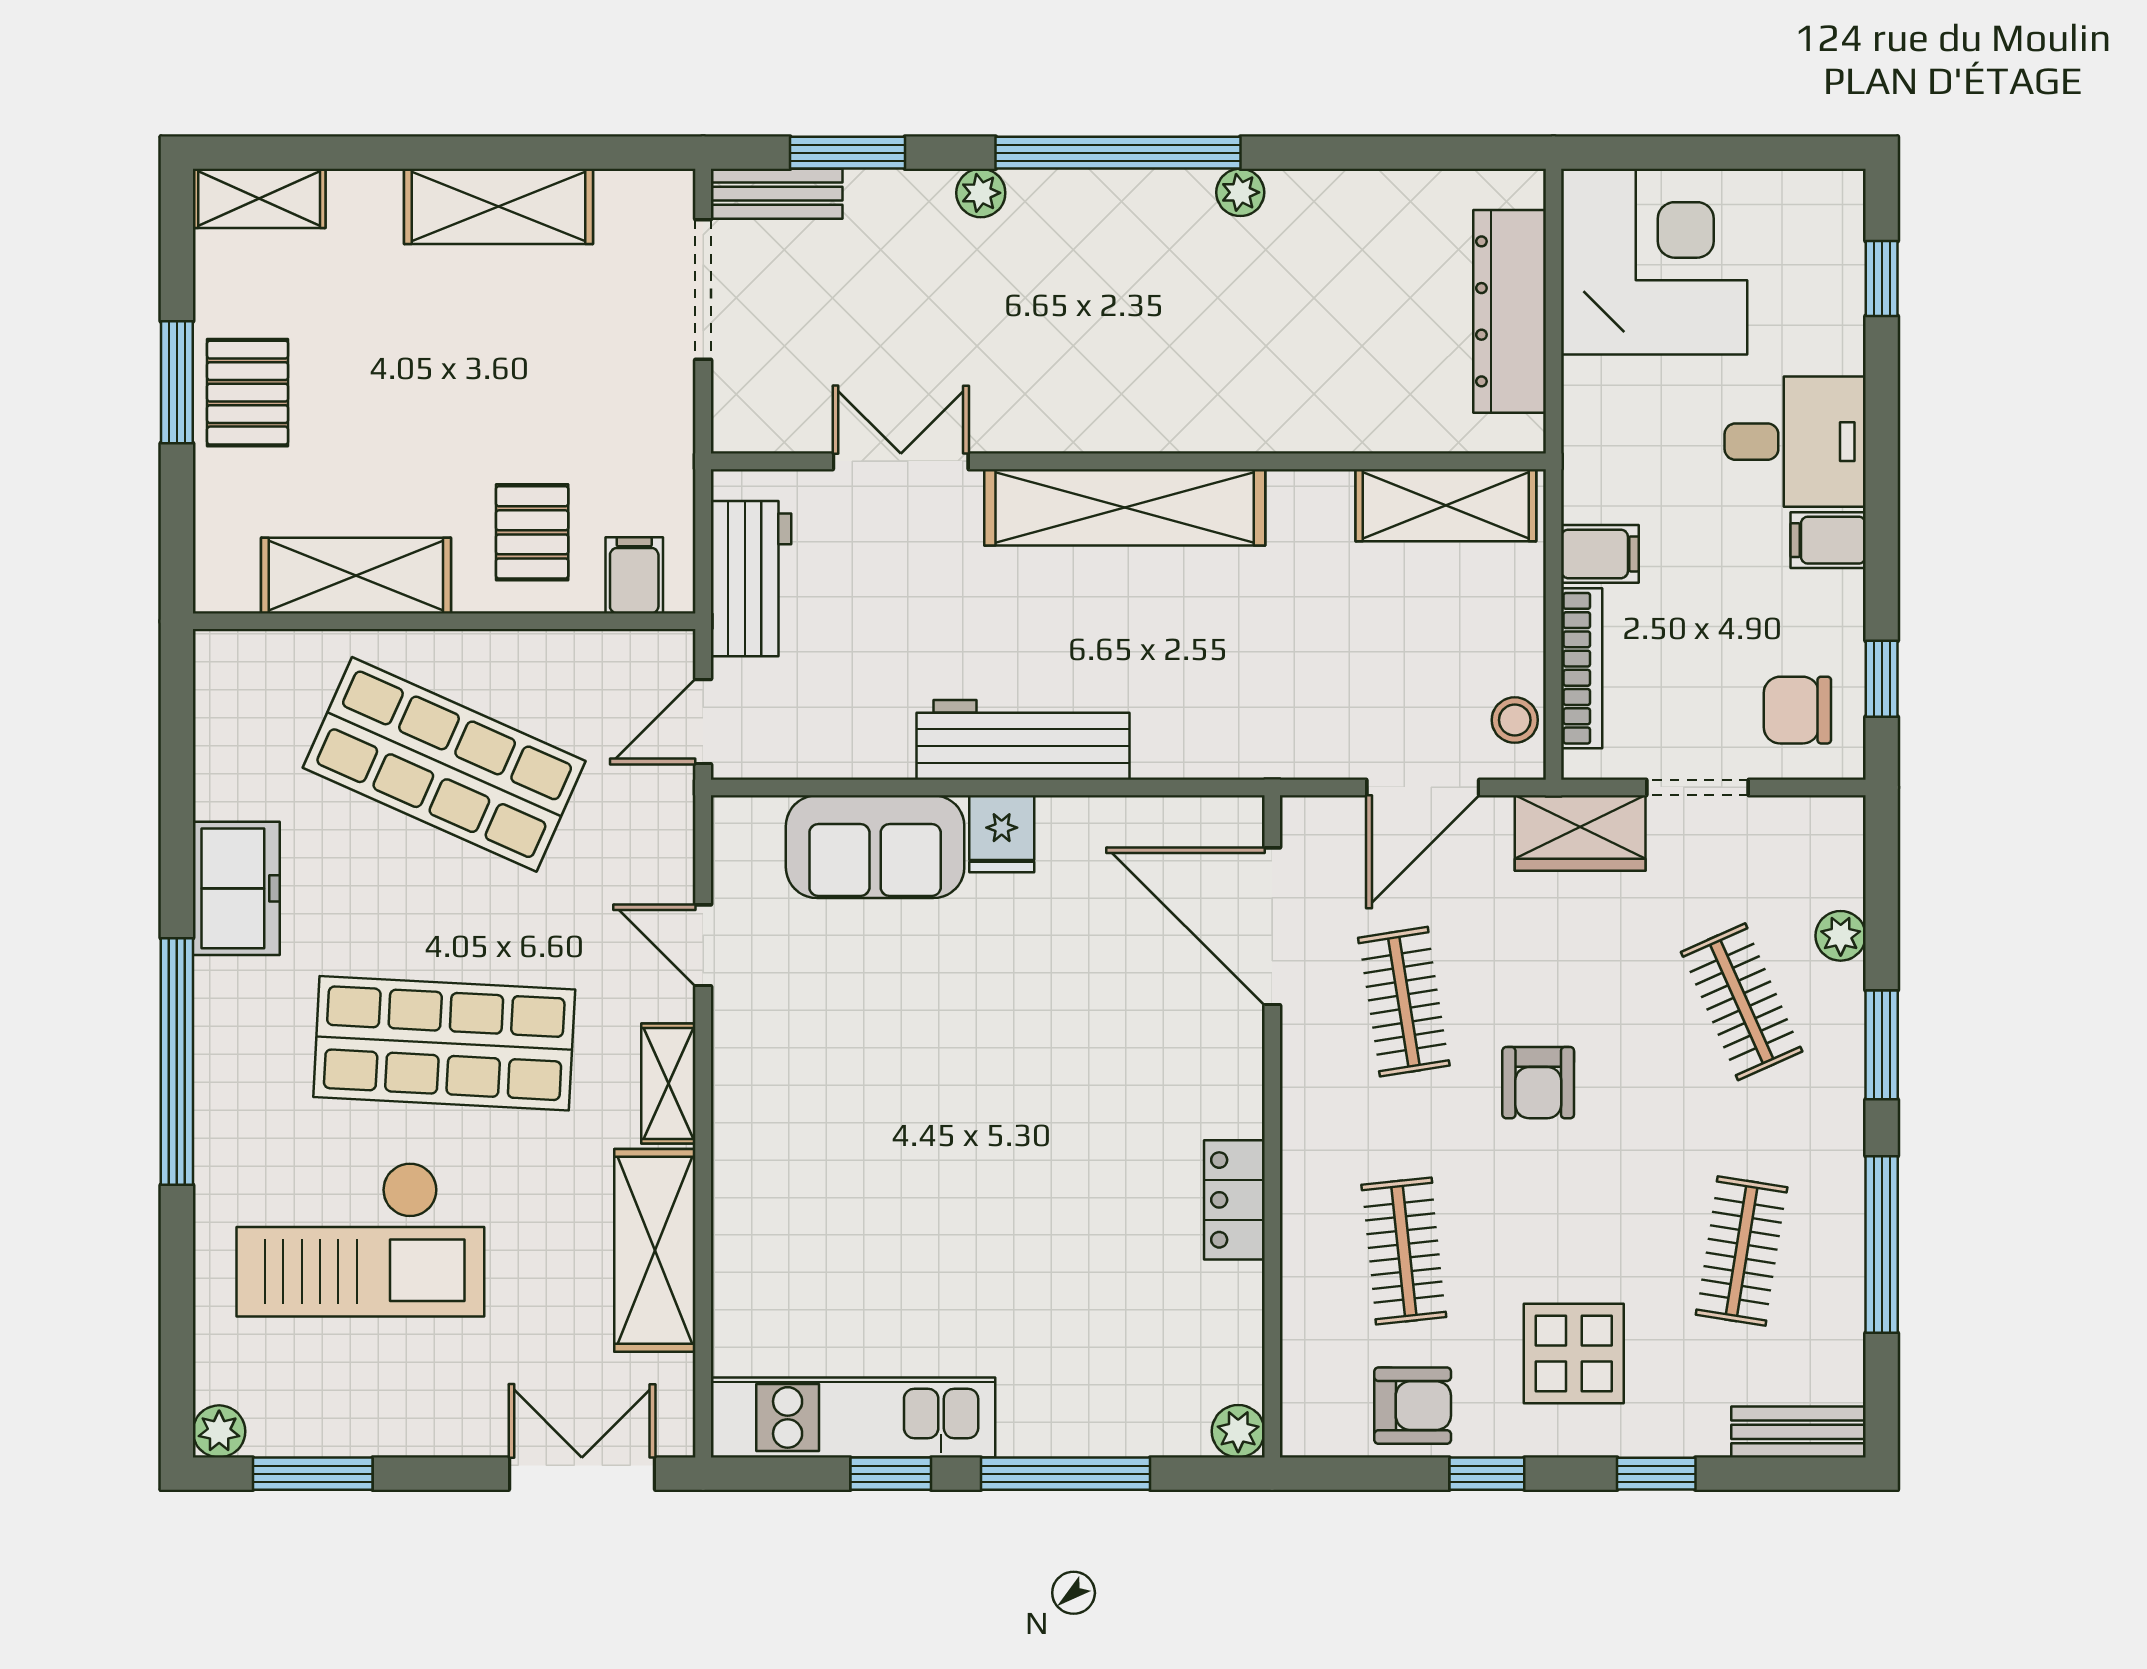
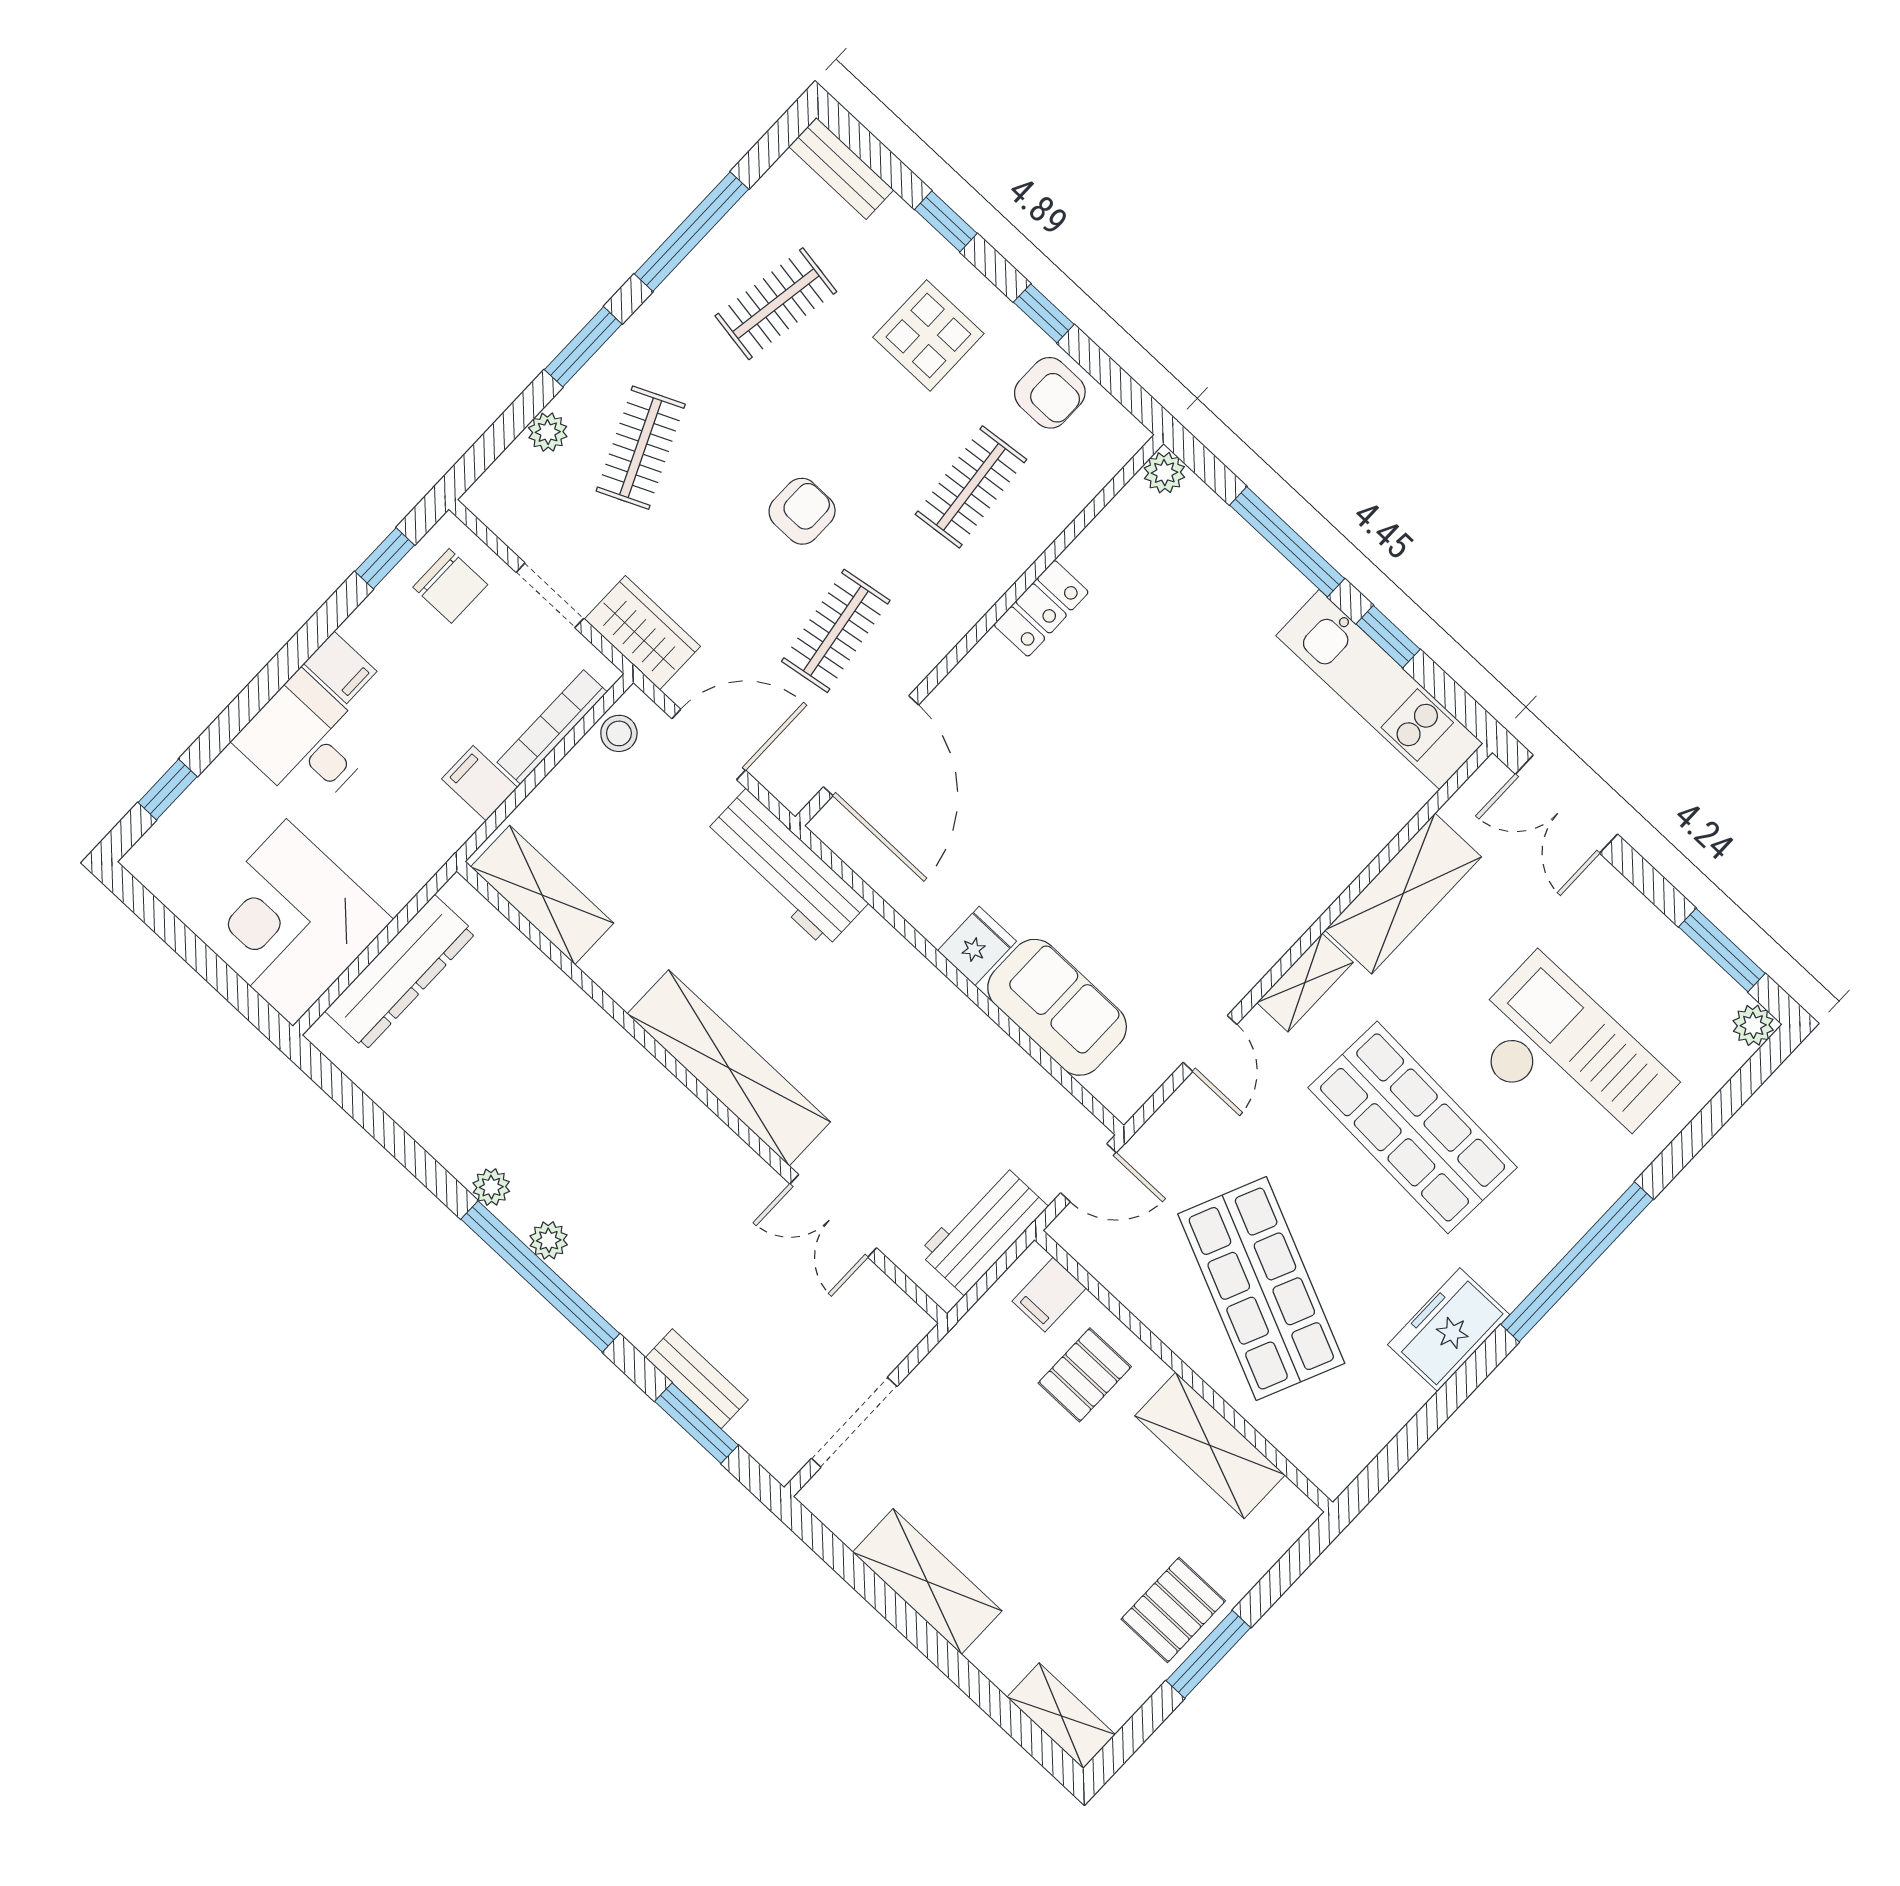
plant: (981, 193) -> (549, 1240), moved
bench: (777, 194) -> (697, 1379), moved
workbench: (1023, 740) -> (786, 869), moved
armchair: (1413, 1406) -> (1050, 393), turned 180

